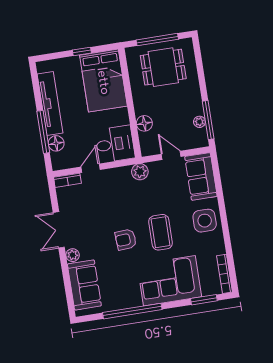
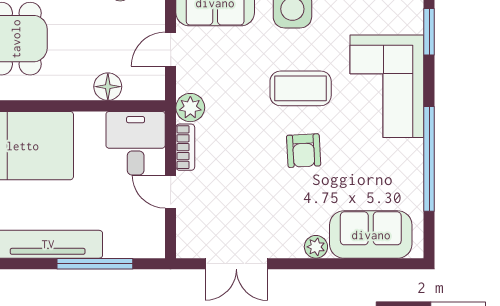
floor lamp: (56, 143) -> (118, 245), removed
bookcase: (67, 180) -> (185, 147), moved
double door: (59, 230) -> (236, 264), moved

